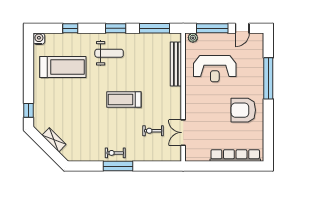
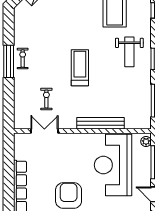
bench: (176, 64) -> (100, 123), moved
reception desk: (215, 69) -> (113, 165), width x1.36, depth x1.30

